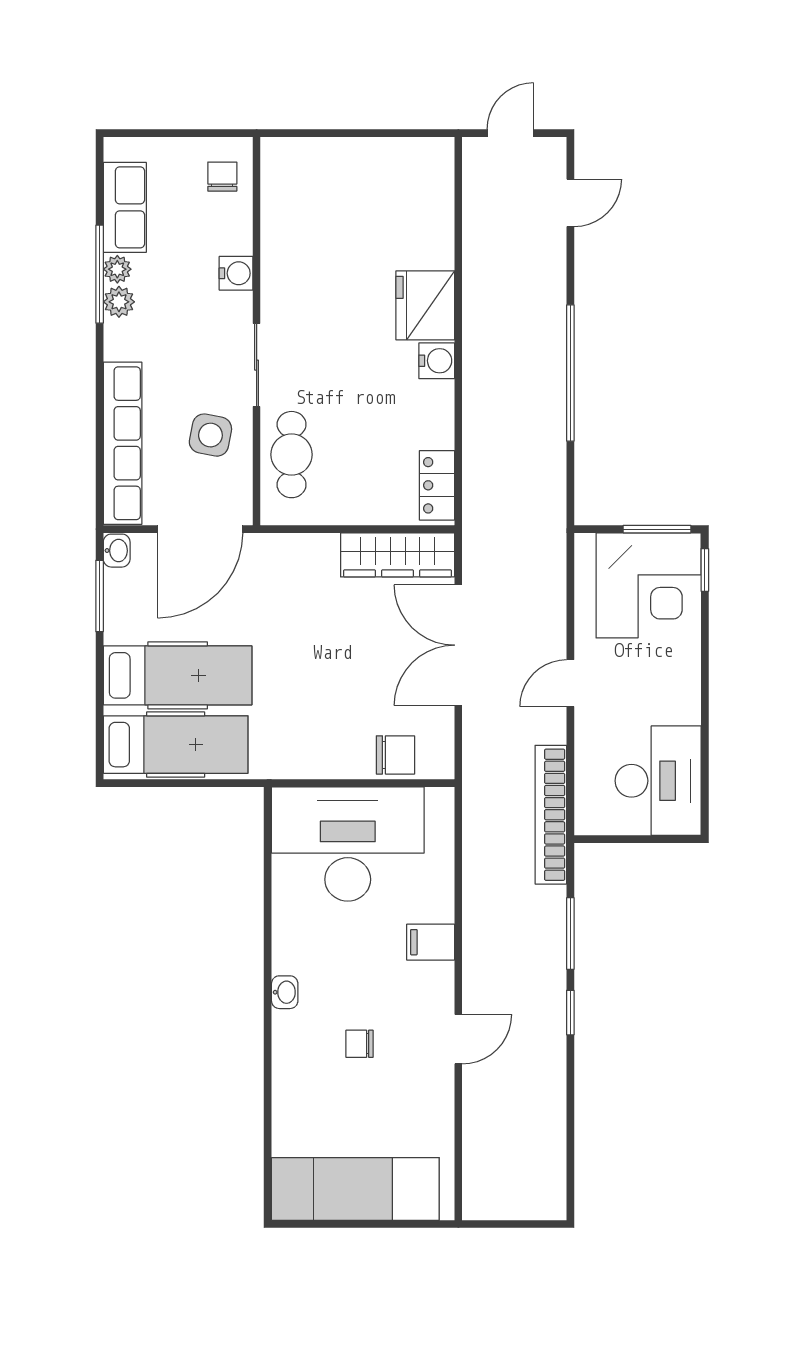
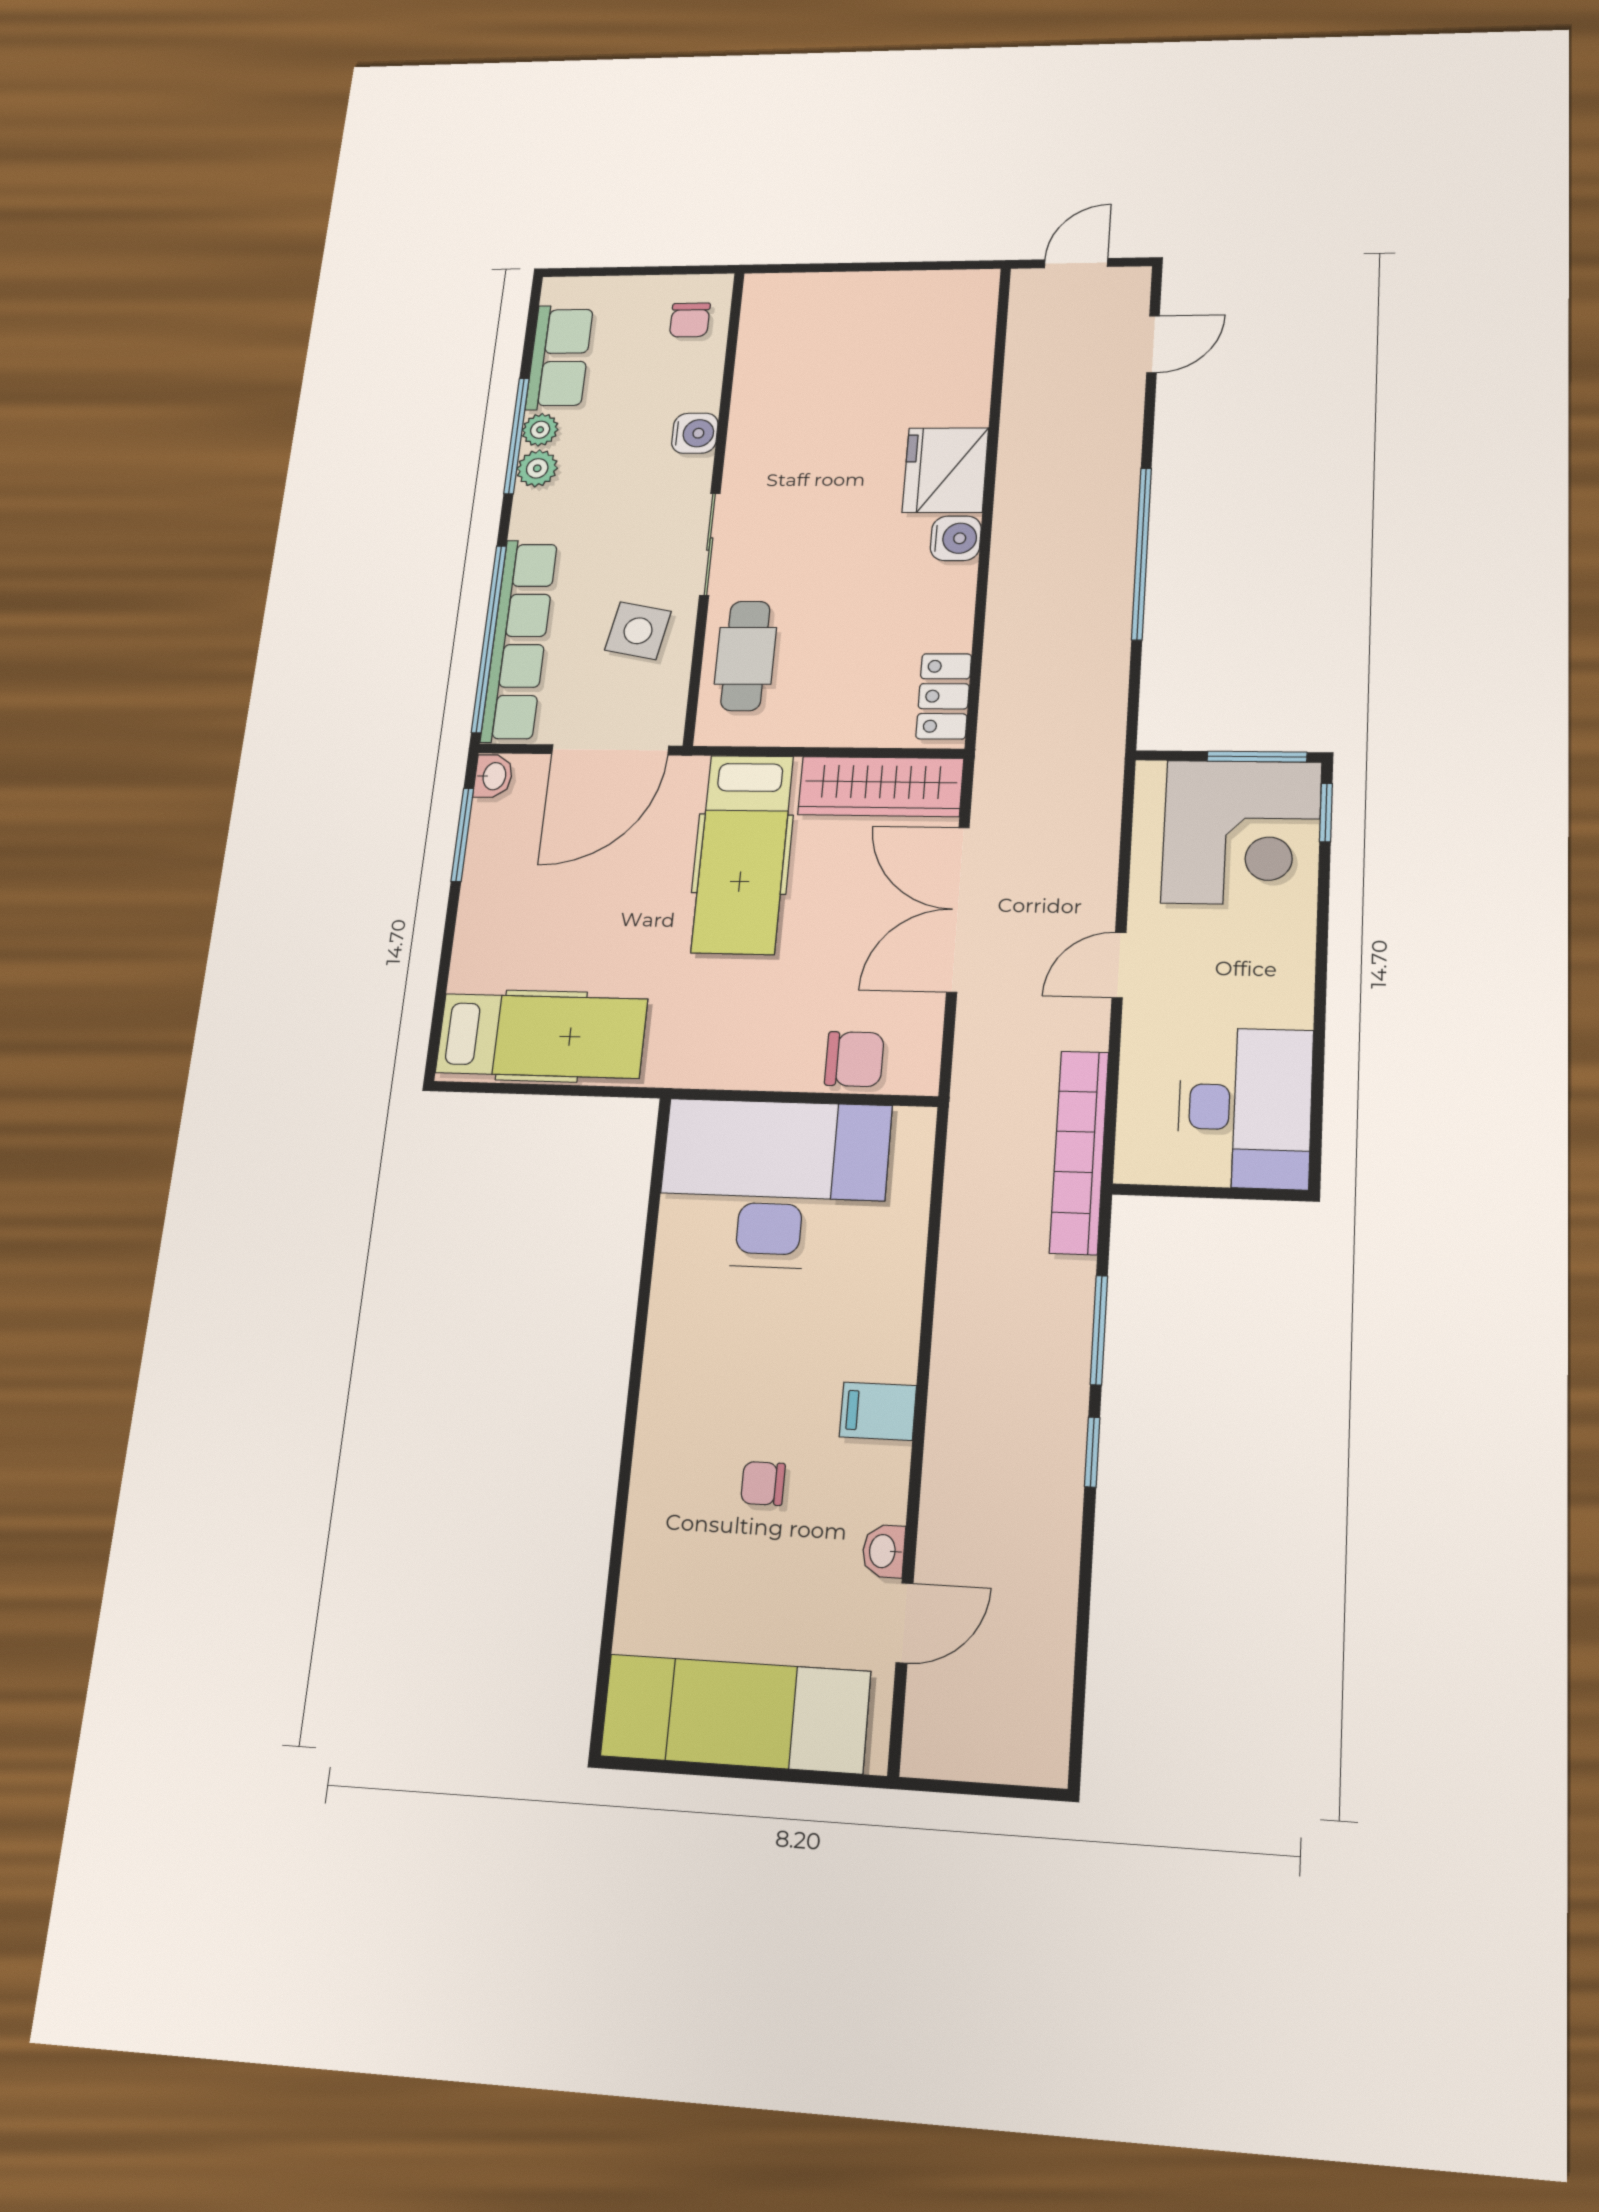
chair: (222, 177) -> (690, 320), turned 180
window: (100, 442) -> (489, 638), added
hospital bed: (178, 675) -> (742, 854), moved, turned 90
filing cabinet: (431, 942) -> (878, 1411), moved
washbasin: (285, 992) -> (883, 1551), moved, turned 180
door: (458, 1039) -> (905, 1623), moved

